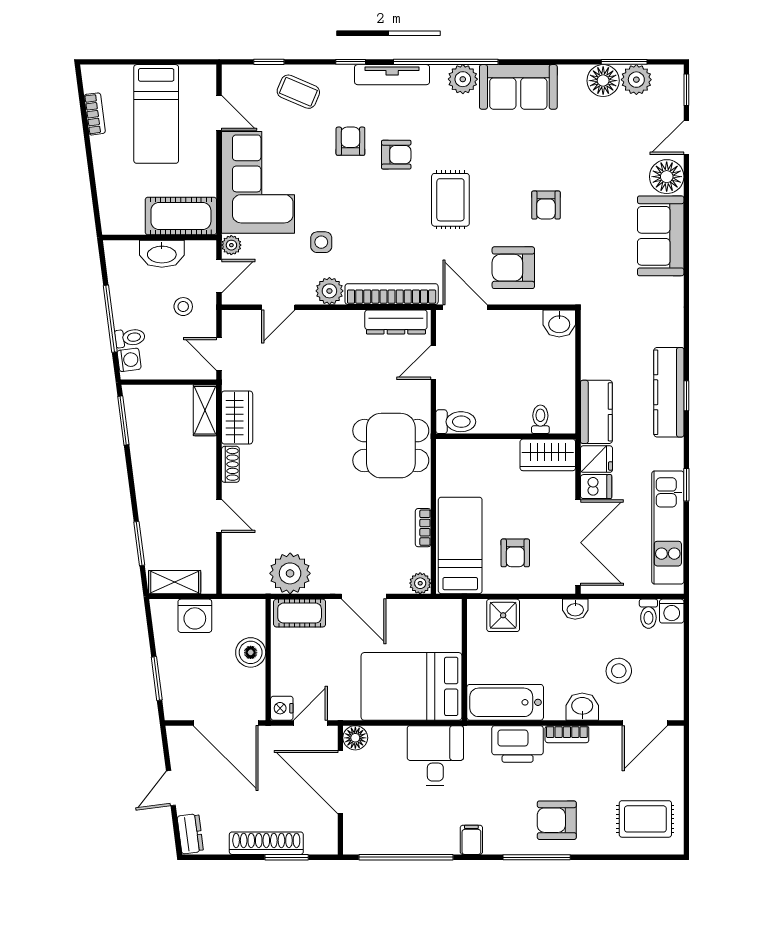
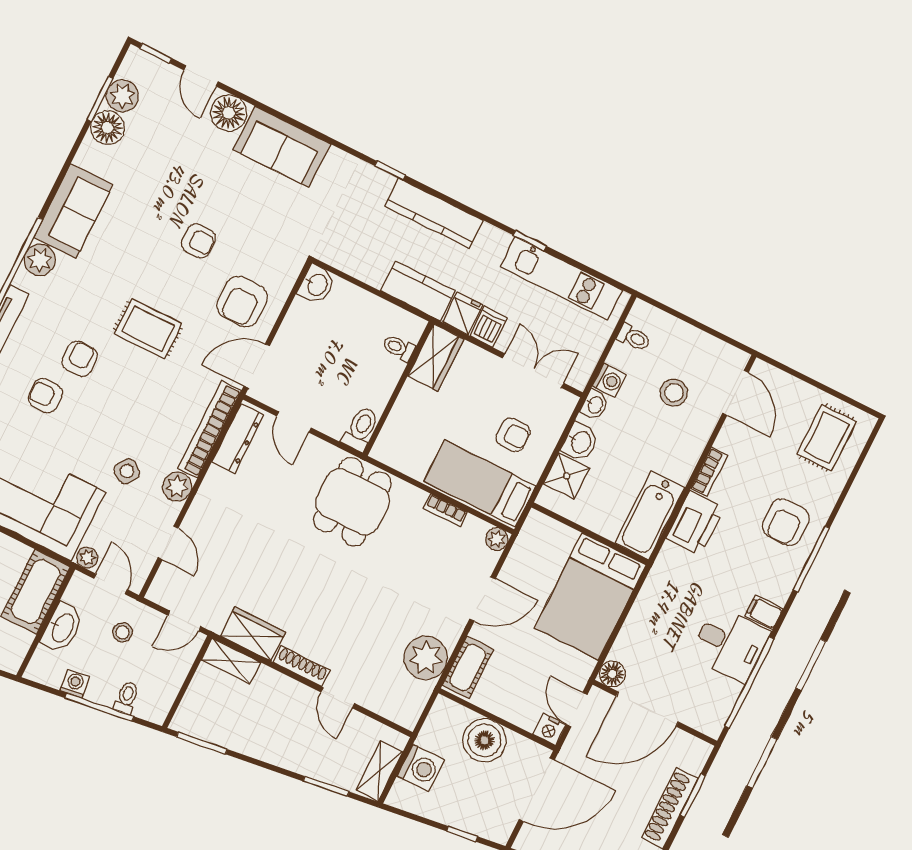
side table: (321, 242) -> (127, 471), turned 35
washing machine: (129, 360) -> (75, 684), moved
window: (686, 396) -> (390, 171), moved
shoe rack: (230, 464) -> (302, 666), width x1.43
door: (219, 516) -> (338, 698), swing flipped
double door: (578, 543) -> (533, 371), width x0.73
washing machine: (672, 611) -> (609, 380), moved
boiler: (251, 652) -> (484, 740), width x1.37, depth x1.37
window: (157, 679) -> (462, 834), width x0.67
washbasin: (582, 707) -> (580, 442), moved, turned 180
desk: (435, 756) -> (730, 644), moved, turned 180

